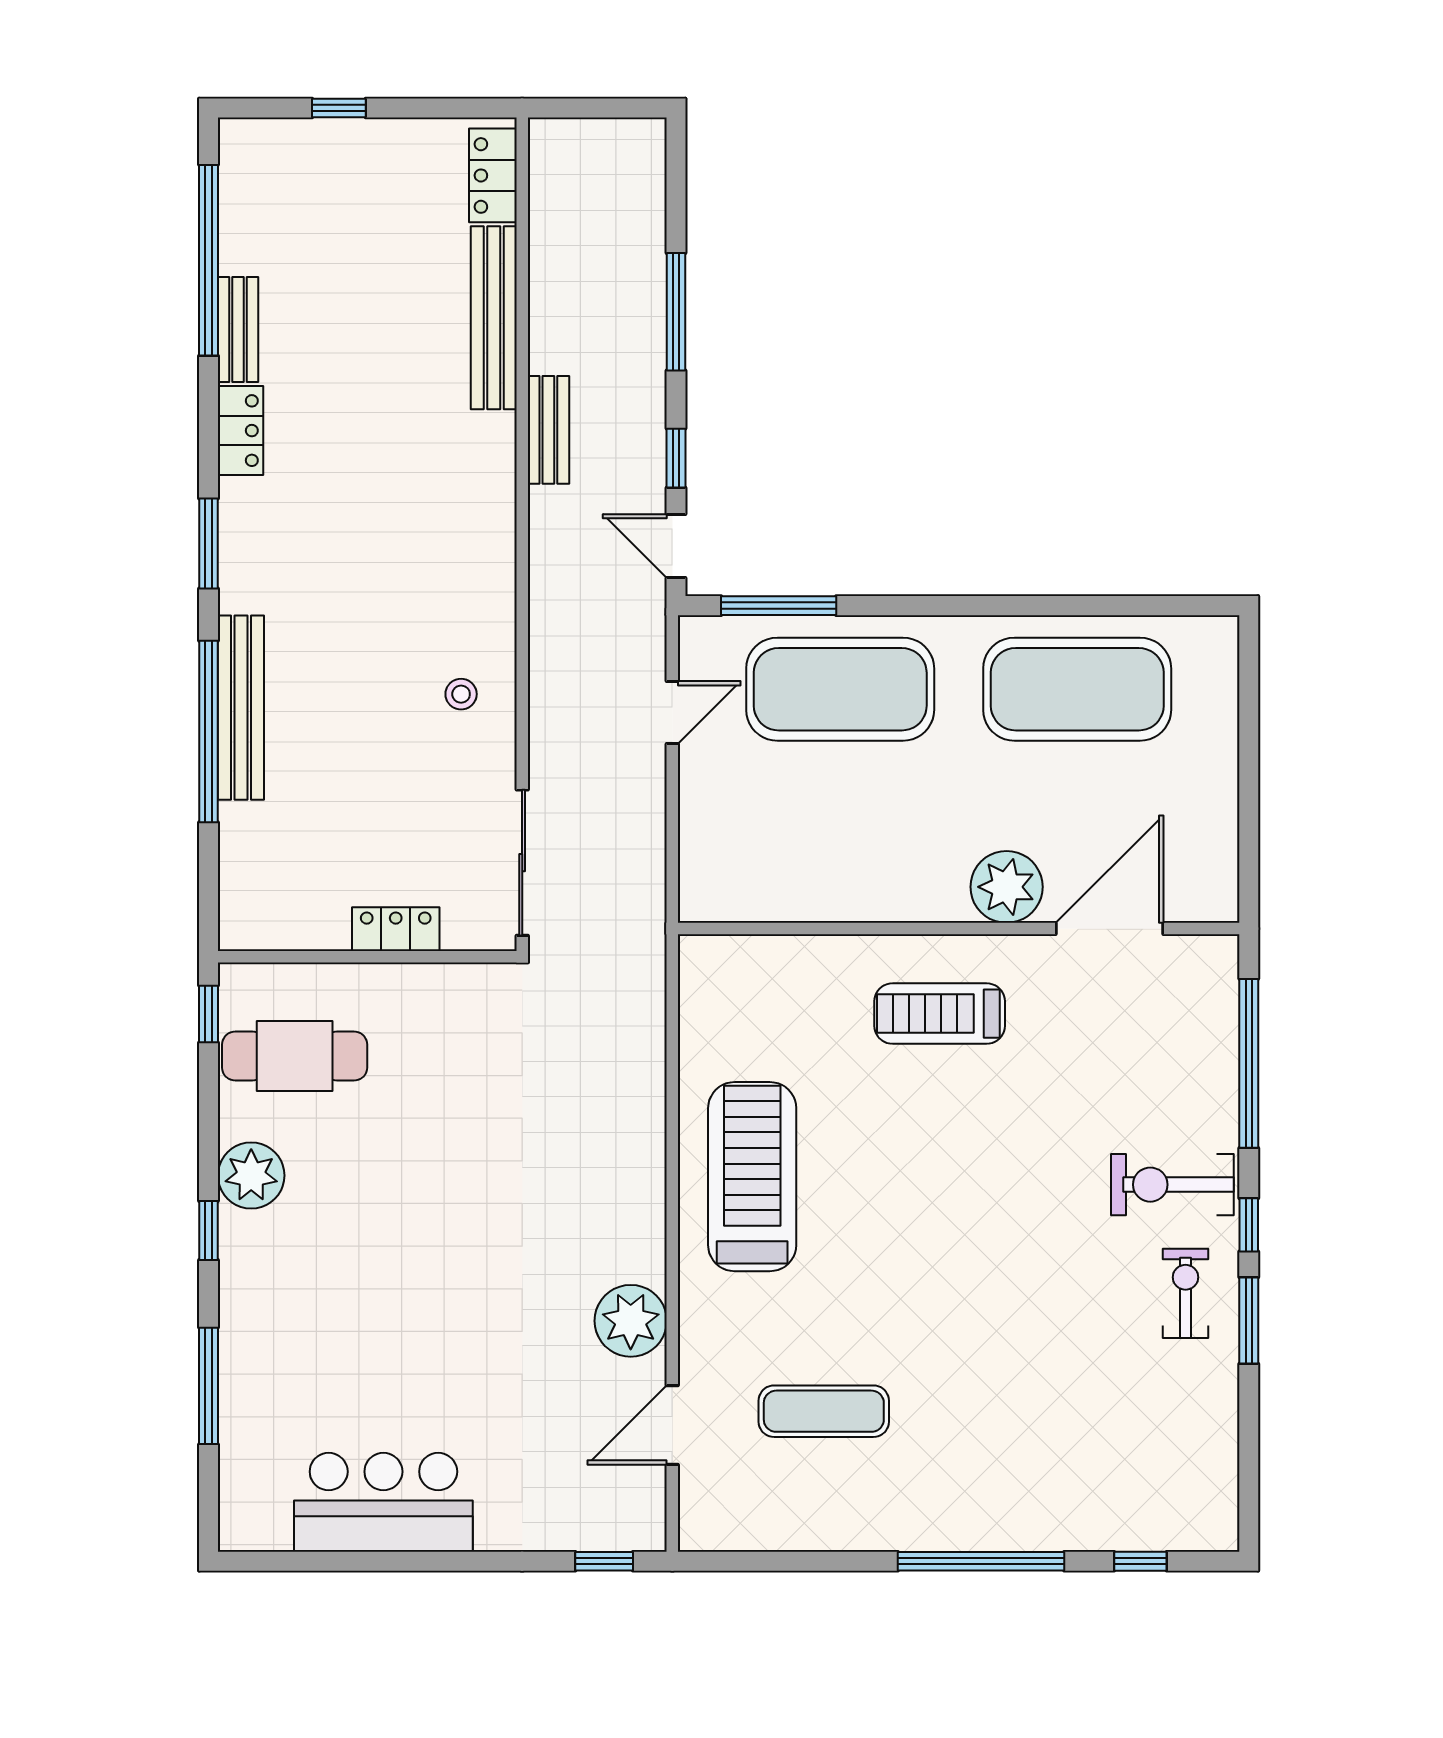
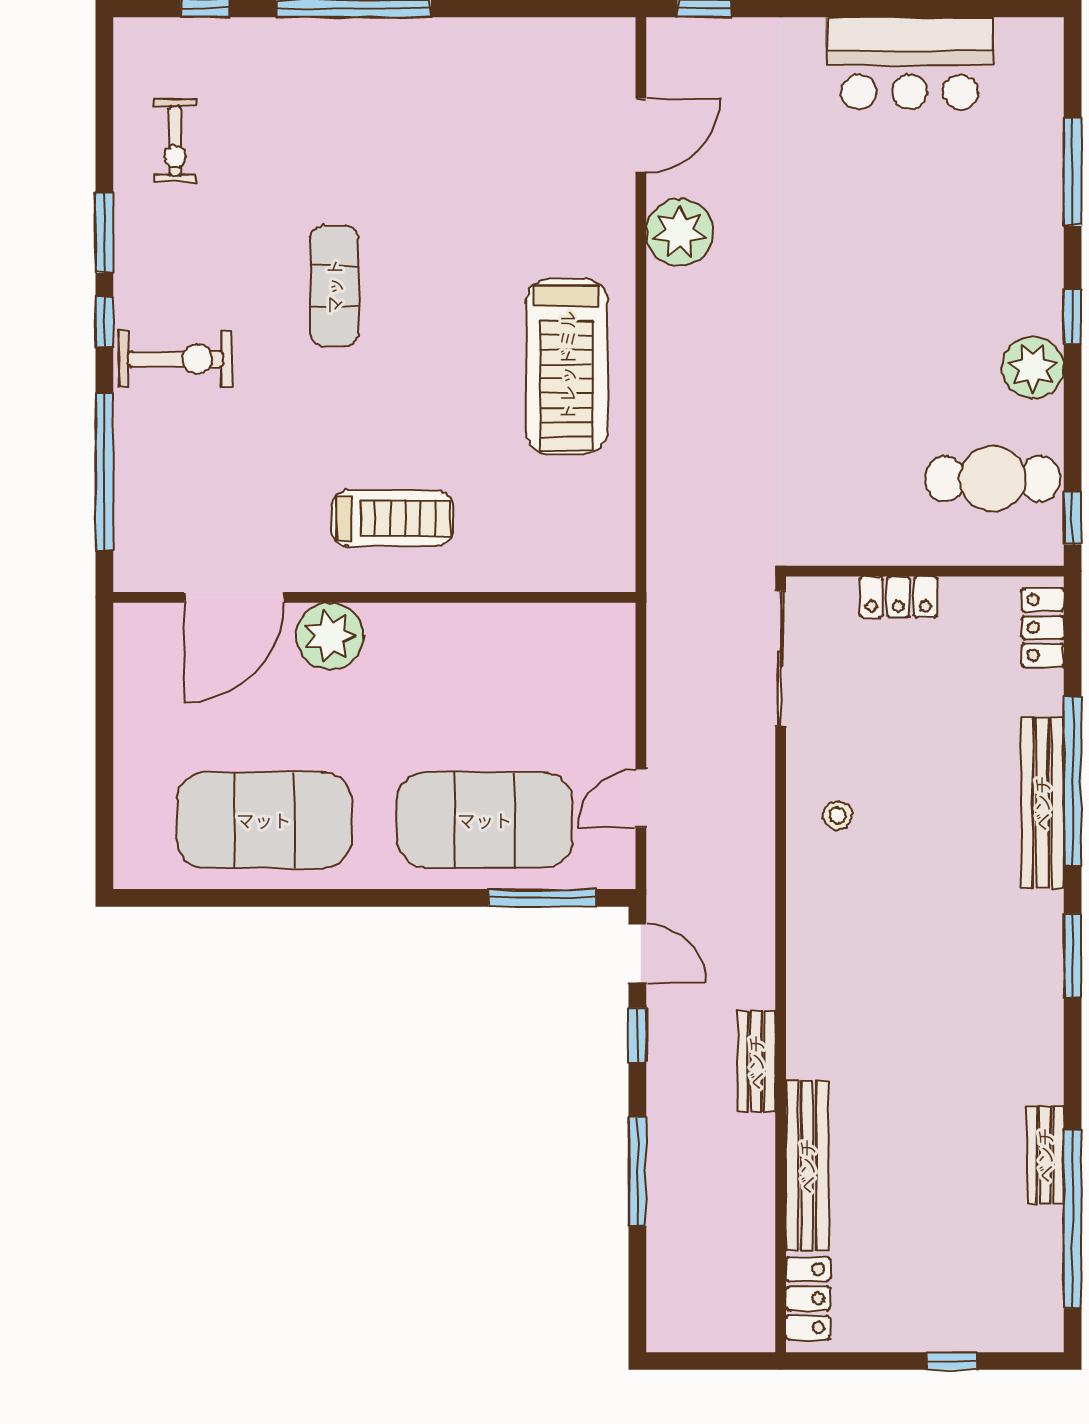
locker: (241, 431) -> (1043, 628), moved
exercise bike: (1186, 1293) -> (175, 141), moved
exercise mat: (824, 1411) -> (334, 286), moved, turned 90

